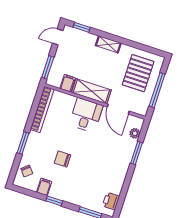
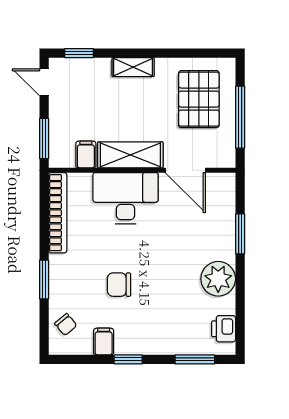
door: (58, 37) -> (44, 82), hinge flipped
desk: (86, 115) -> (126, 198), width x1.37
plant: (135, 133) -> (218, 279), moved, width x1.87, depth x1.87

